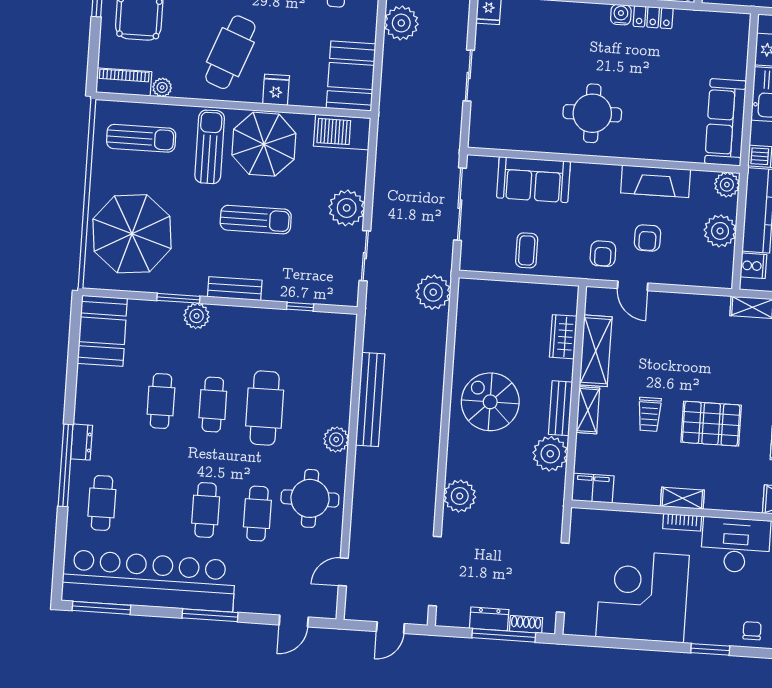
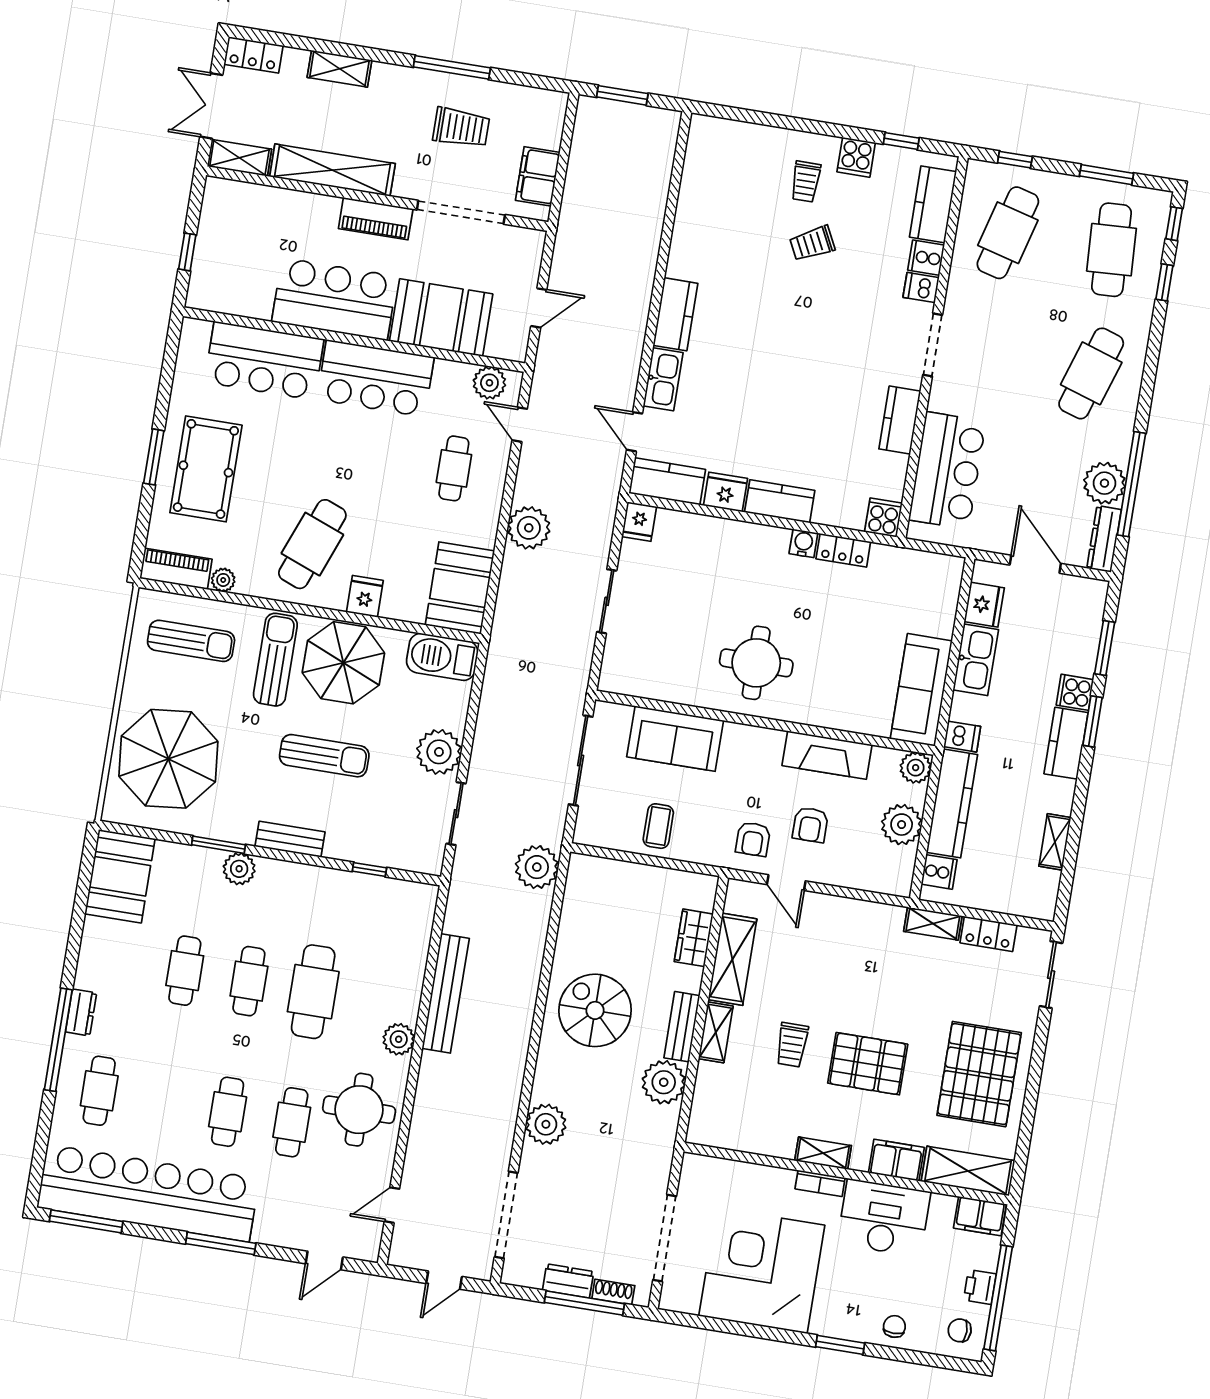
filing cabinet: (593, 488) -> (896, 1160), moved

